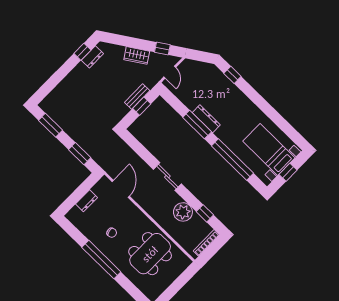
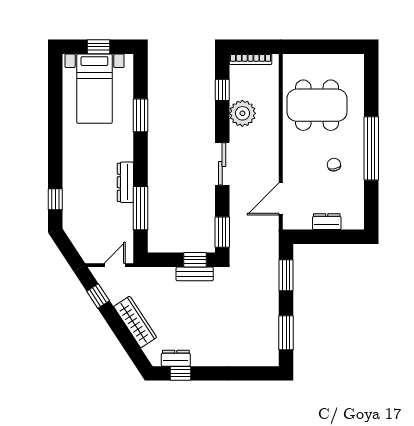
wardrobe: (137, 55) -> (135, 322), width x1.50
bench: (137, 96) -> (195, 274), moved
window: (142, 106) -> (195, 260), moved
window: (197, 125) -> (140, 208), moved
window: (133, 143) -> (222, 232), added
window: (233, 159) -> (140, 115), width x0.47

